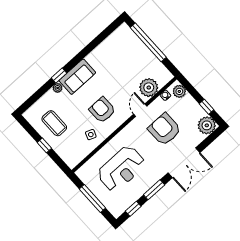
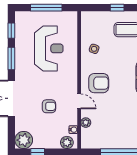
plant: (149, 88) -> (86, 123), width x0.53, depth x0.53
armchair: (102, 110) -> (99, 83), moved
armchair: (164, 129) -> (49, 106), width x0.53, depth x0.53
reception desk: (121, 169) -> (49, 48), turned 180

